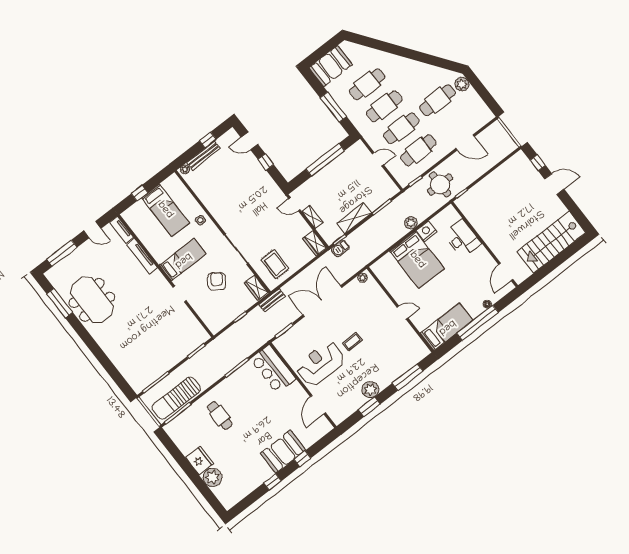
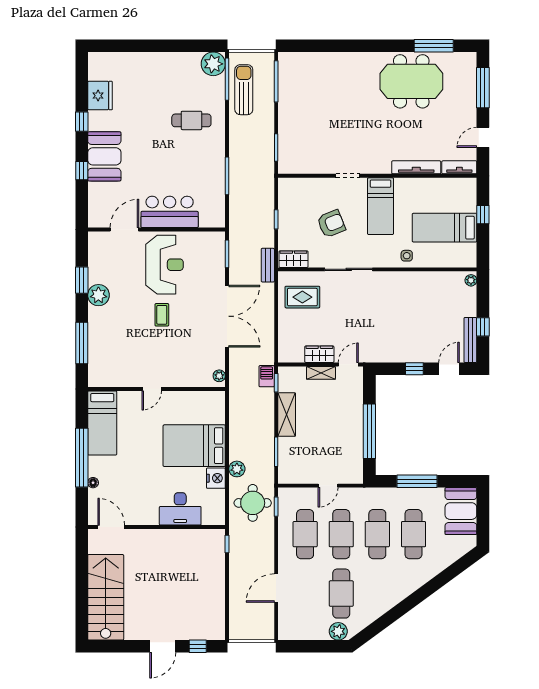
bench: (203, 156) -> (470, 340), moved
round table: (440, 185) -> (253, 503), moved
wardrobe: (315, 243) -> (319, 354), moved
armchair: (217, 281) -> (331, 224), turned -59
bar counter: (273, 369) -> (170, 212), moved
sun lounger: (176, 398) -> (244, 90), width x0.73, depth x0.75
door: (318, 405) -> (124, 229), hinge flipped
fridge: (200, 460) -> (100, 96), moved, turned -90
plant: (213, 477) -> (213, 64), moved

